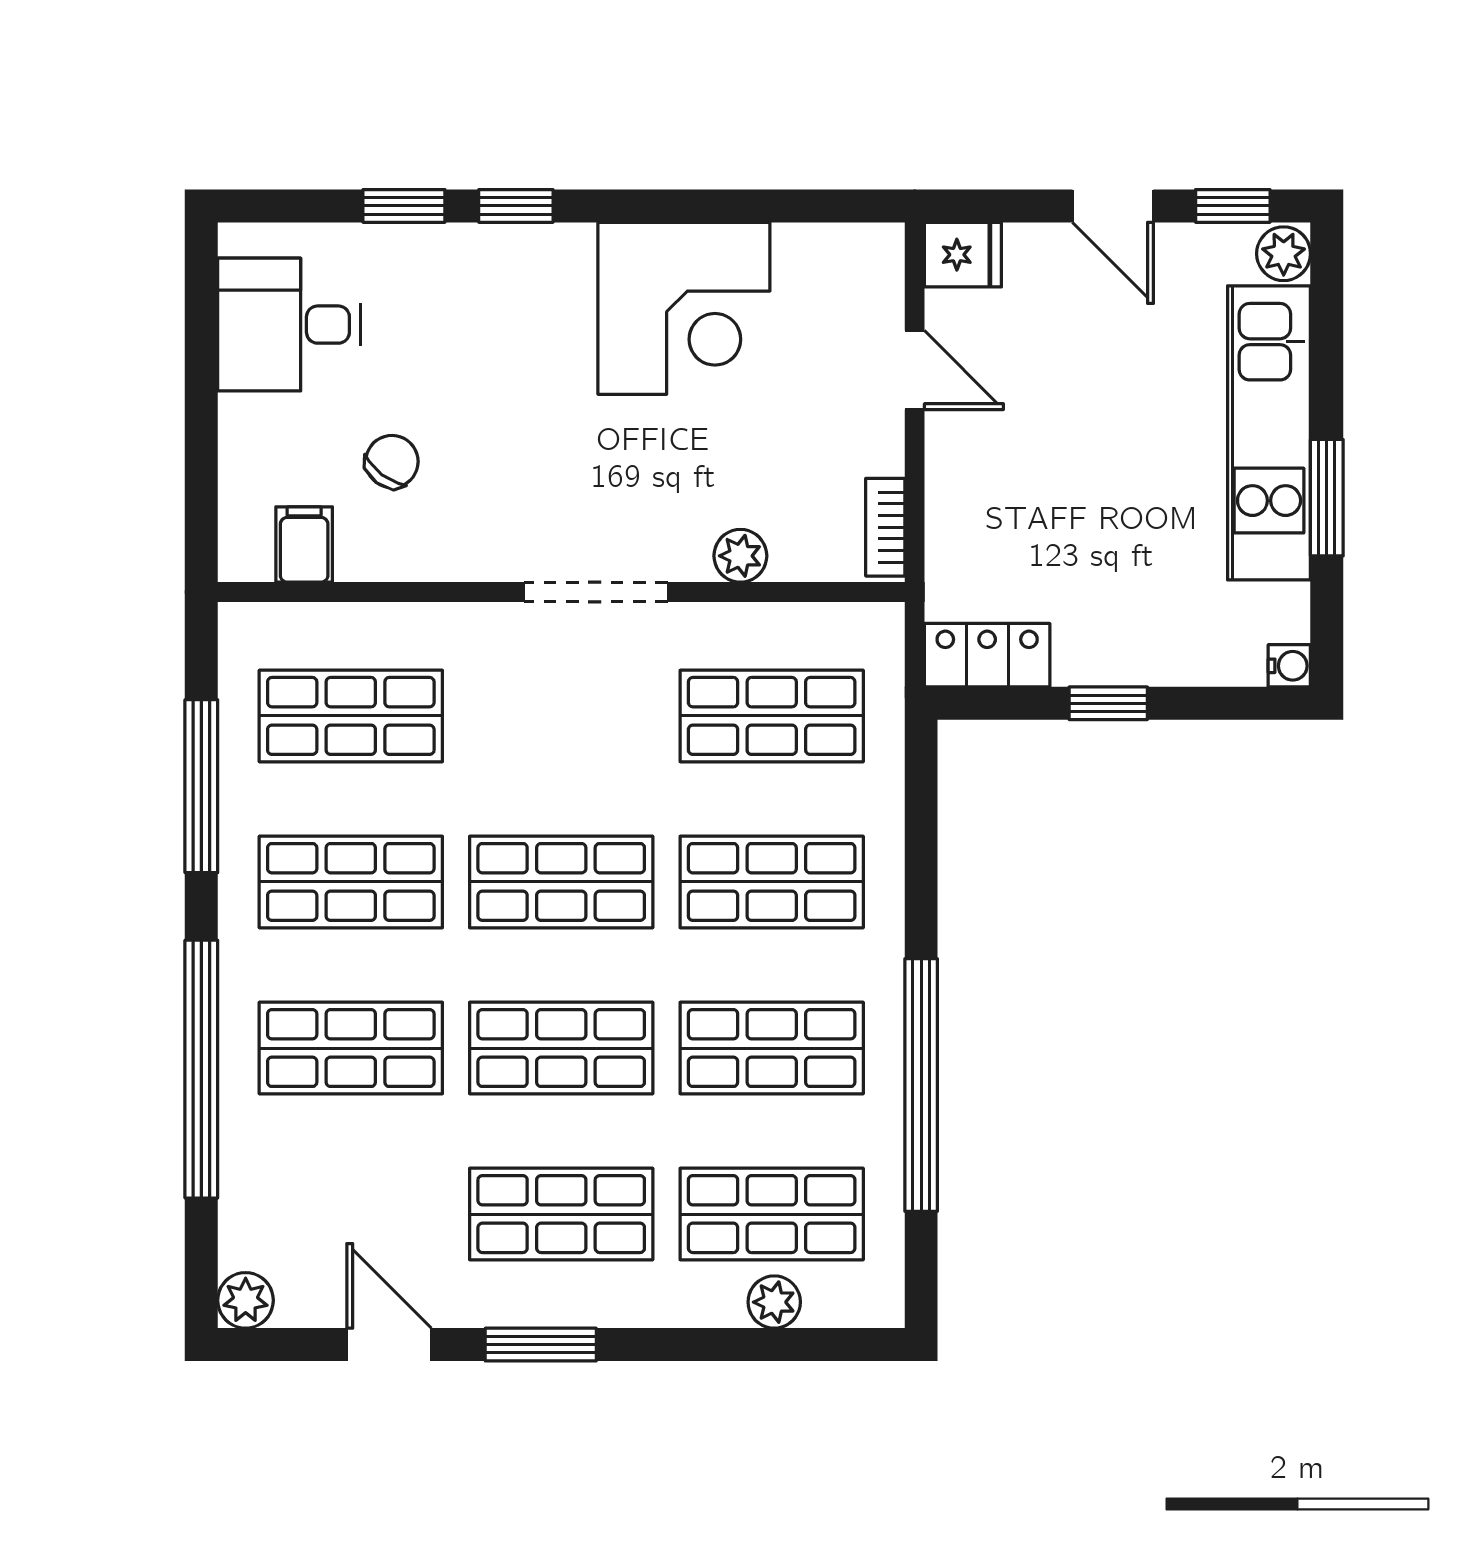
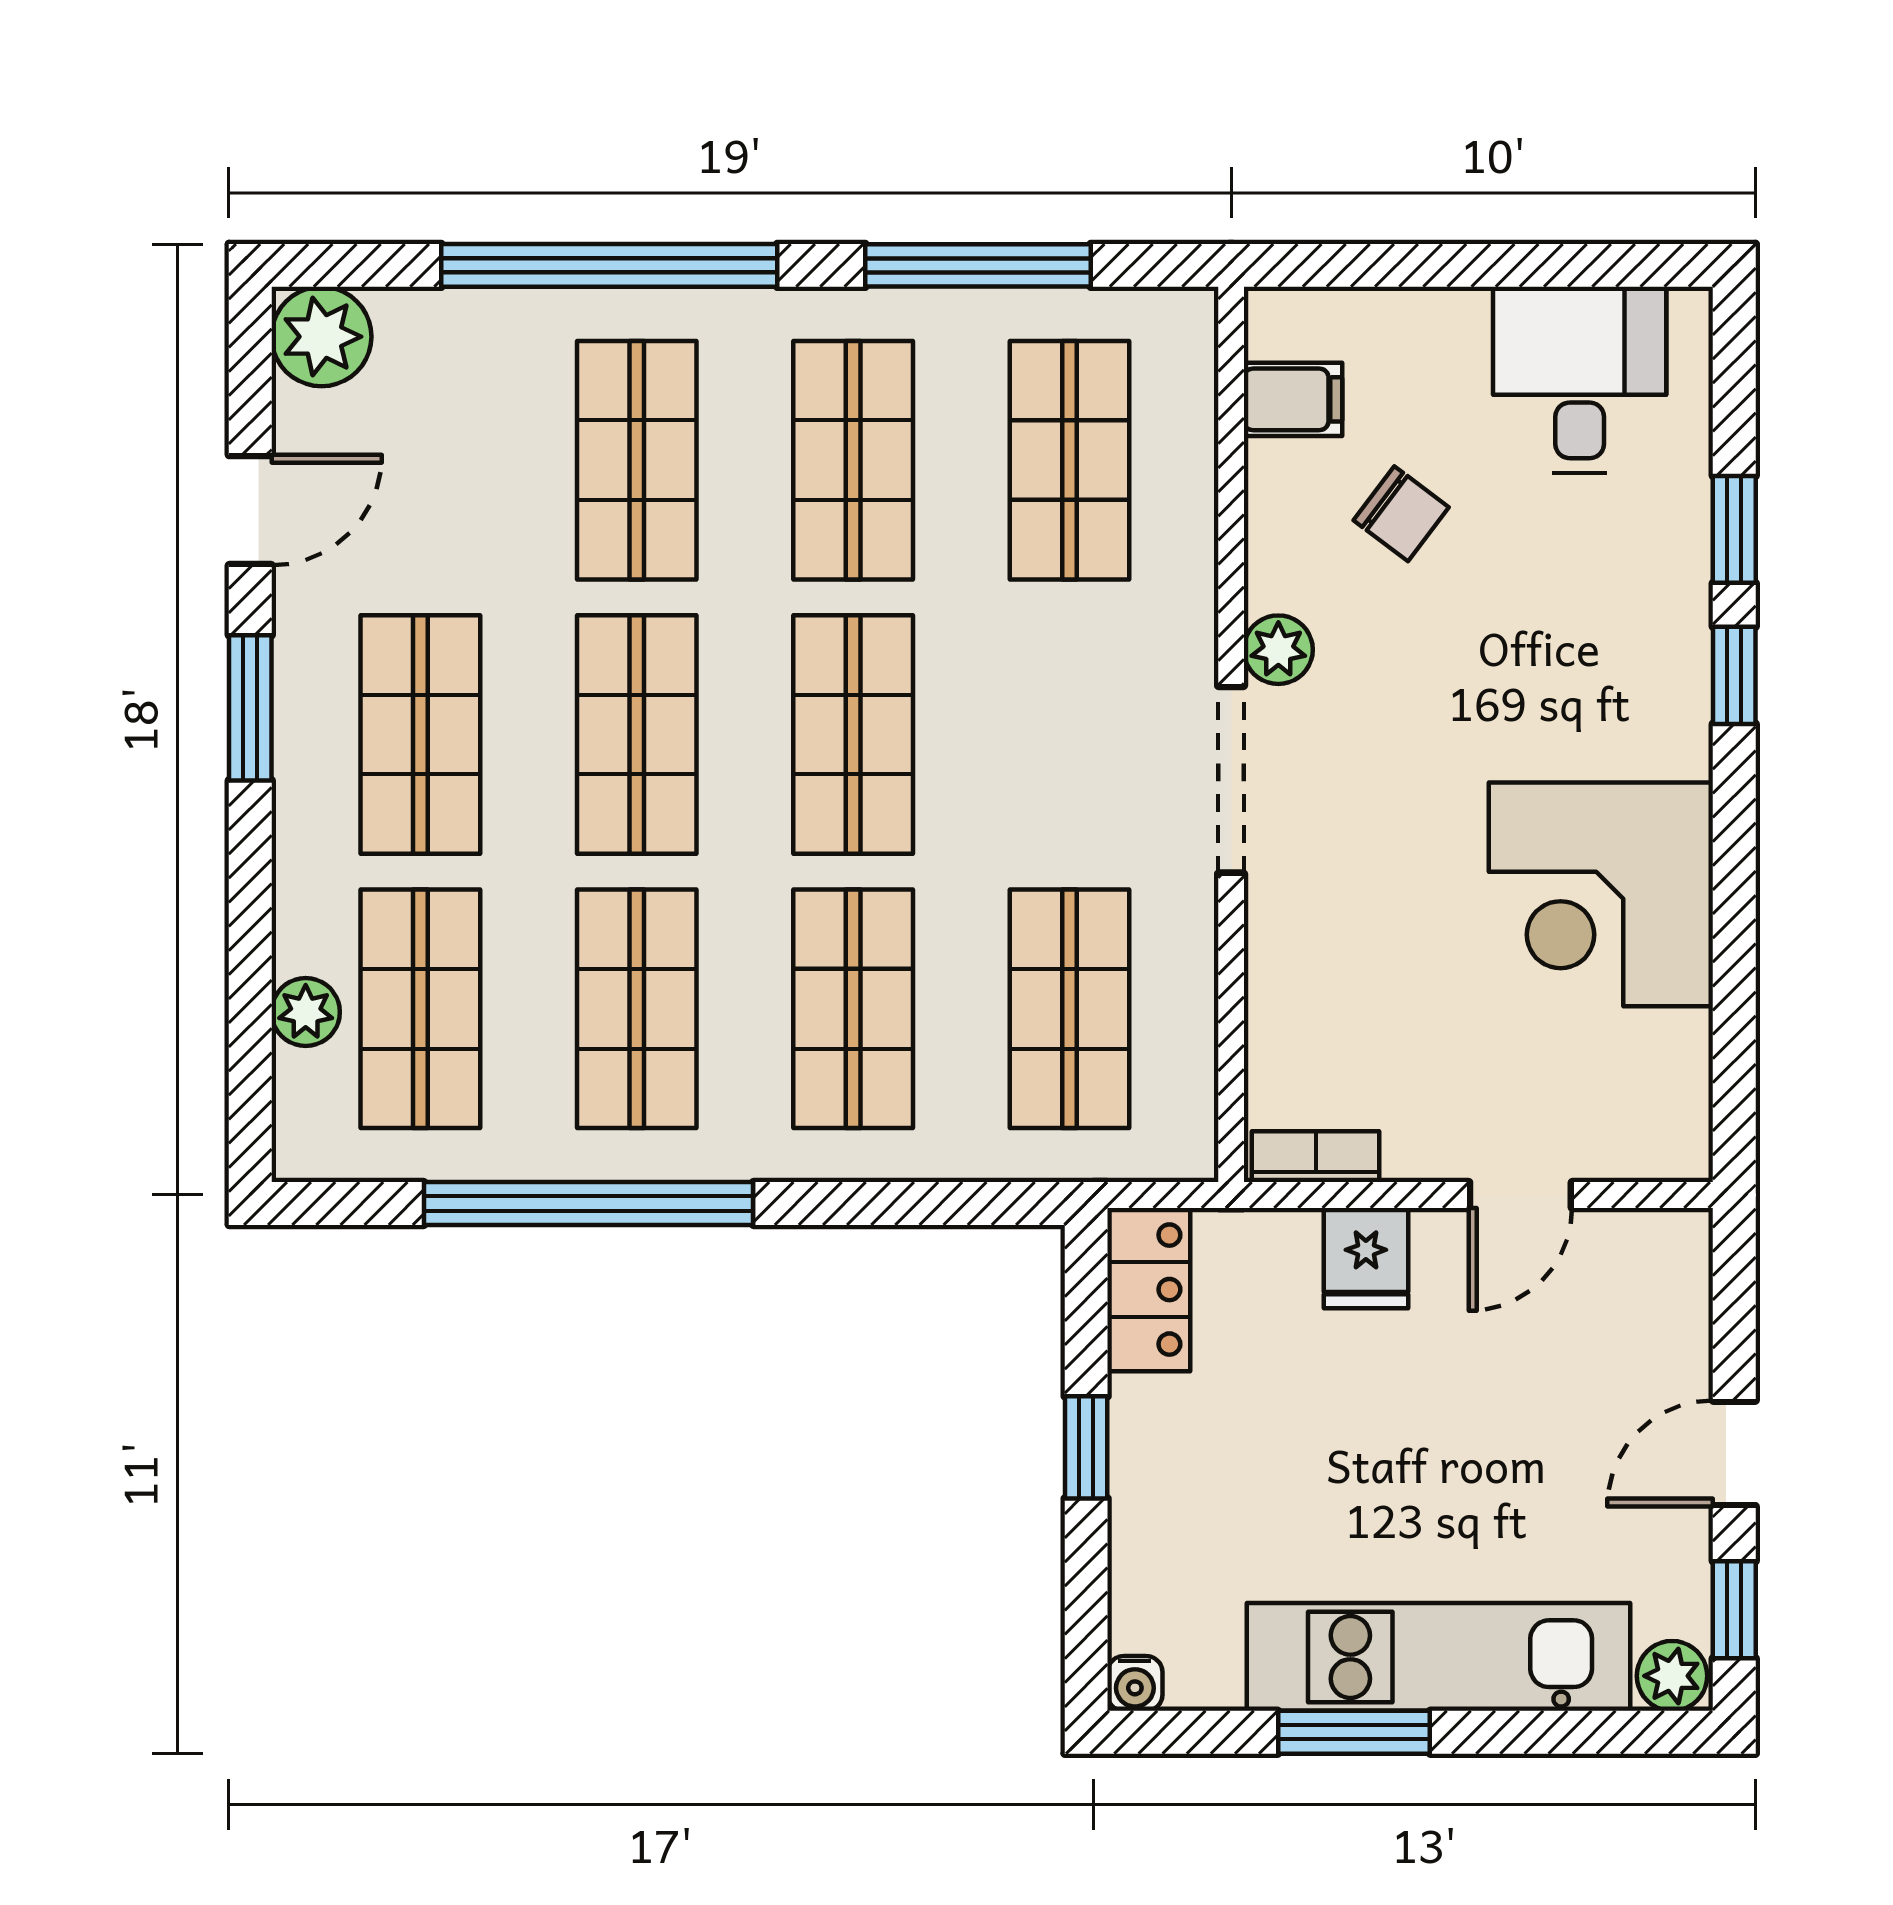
fridge: (963, 255) -> (1366, 1258), moved
plant: (740, 556) -> (1278, 650), moved
plant: (246, 1300) -> (321, 337), width x1.38, depth x1.38

